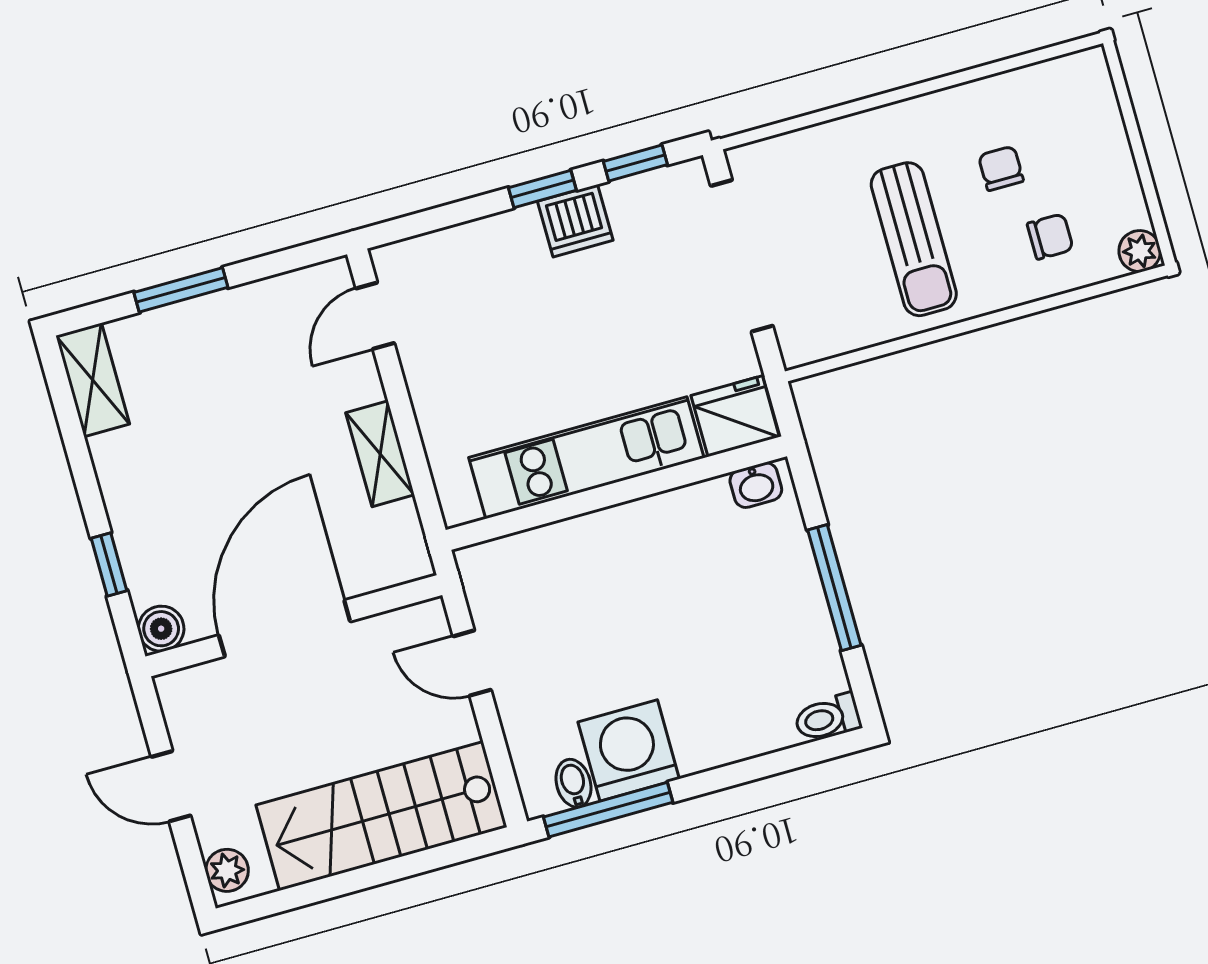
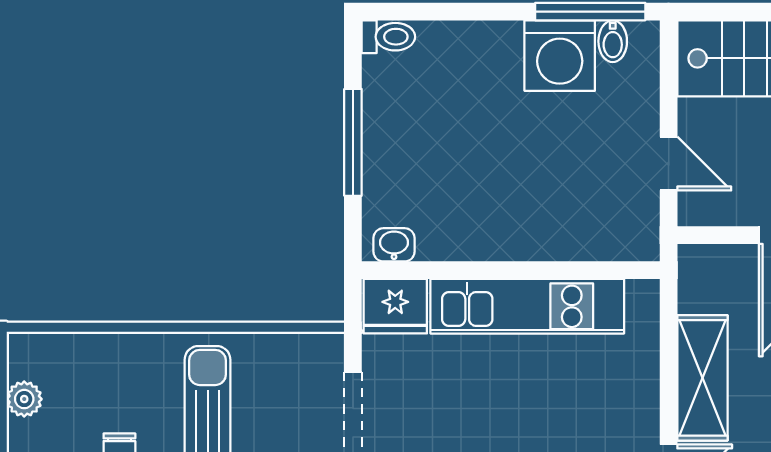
chair: (1050, 236) -> (95, 382), removed
plant: (1140, 251) -> (24, 399), moved
shelving: (380, 454) -> (702, 378), width x1.50, depth x1.33

